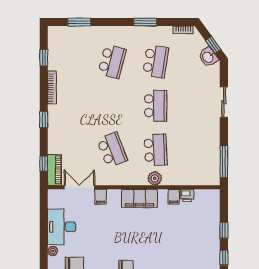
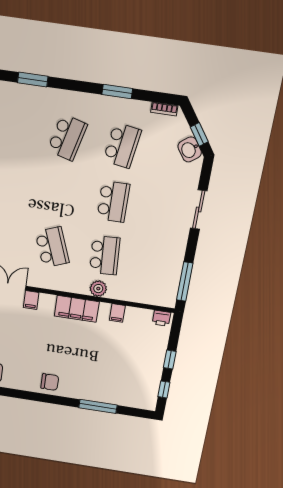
printer: (187, 195) -> (161, 318), moved

